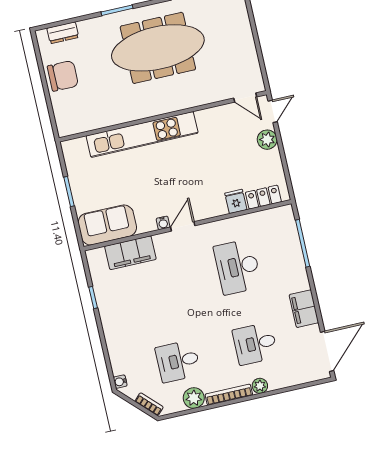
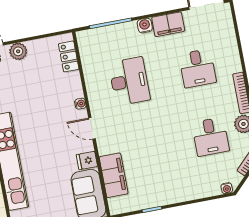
fridge: (236, 201) -> (87, 161), moved
water cooler: (163, 223) -> (80, 104), moved
desk: (238, 267) -> (129, 81), turned -90
water cooler: (301, 282) -> (145, 26), added
plant: (260, 386) -> (235, 65), removed

